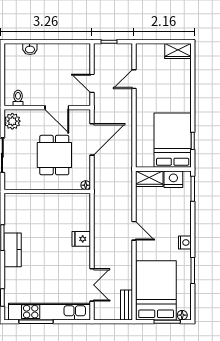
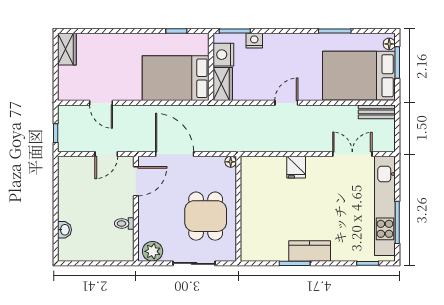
toilet: (18, 98) -> (124, 223), moved
door: (57, 108) -> (136, 181), moved
bed: (173, 140) -> (176, 78), moved
dining table: (54, 155) -> (206, 216), moved, turned 90
nightstand: (185, 243) -> (254, 41), moved

